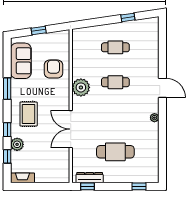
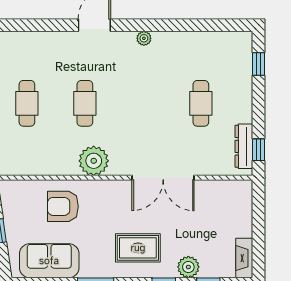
cafe table: (115, 152) -> (201, 103), width x0.73, depth x0.74

